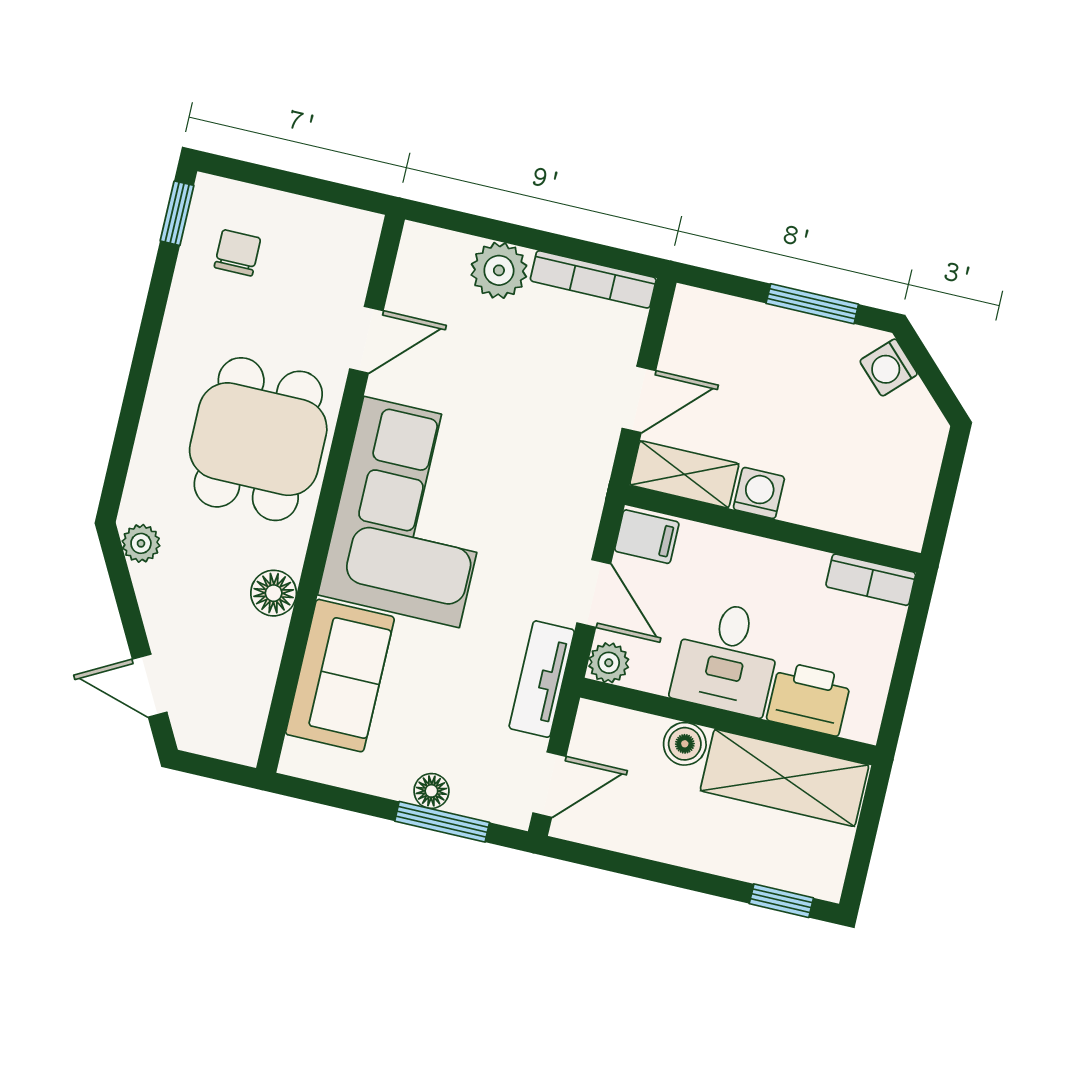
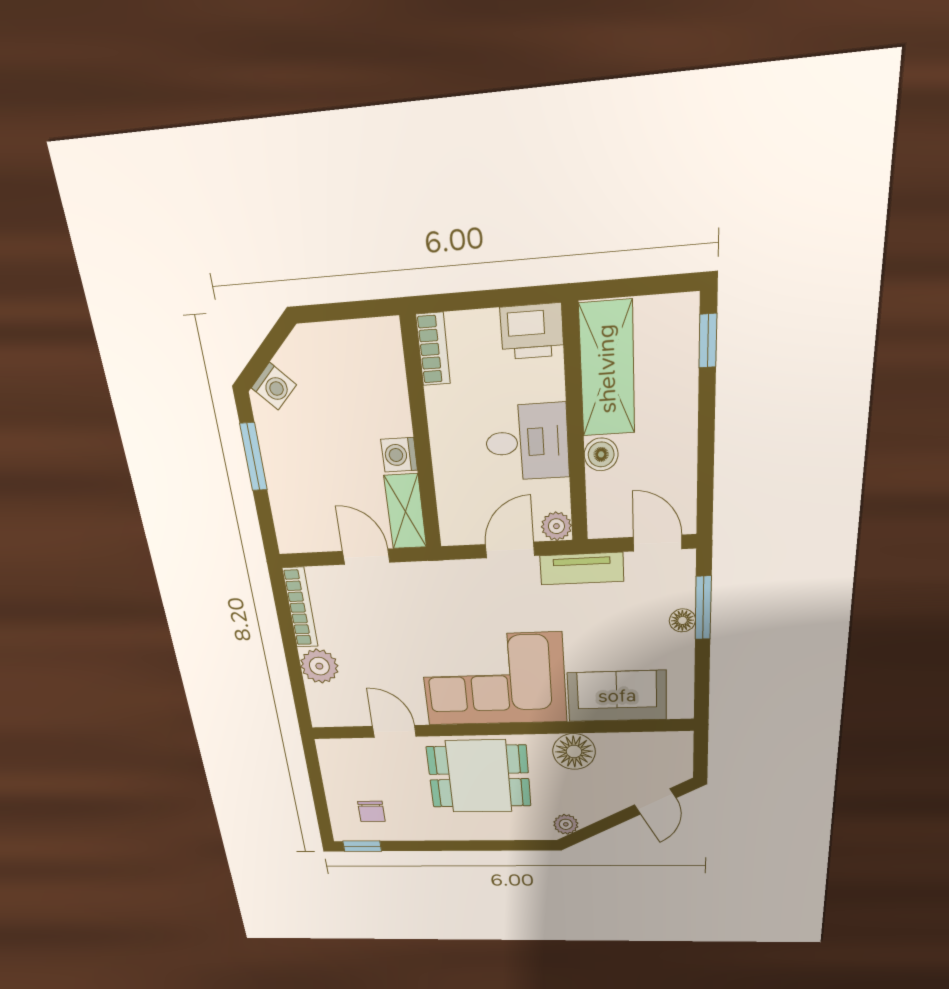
chair: (237, 253) -> (371, 811), turned -90
filing cabinet: (647, 537) -> (458, 525), removed
floor lamp: (274, 593) -> (574, 752), width x1.38, depth x1.38
printer: (809, 699) -> (532, 331), moved, turned -90

